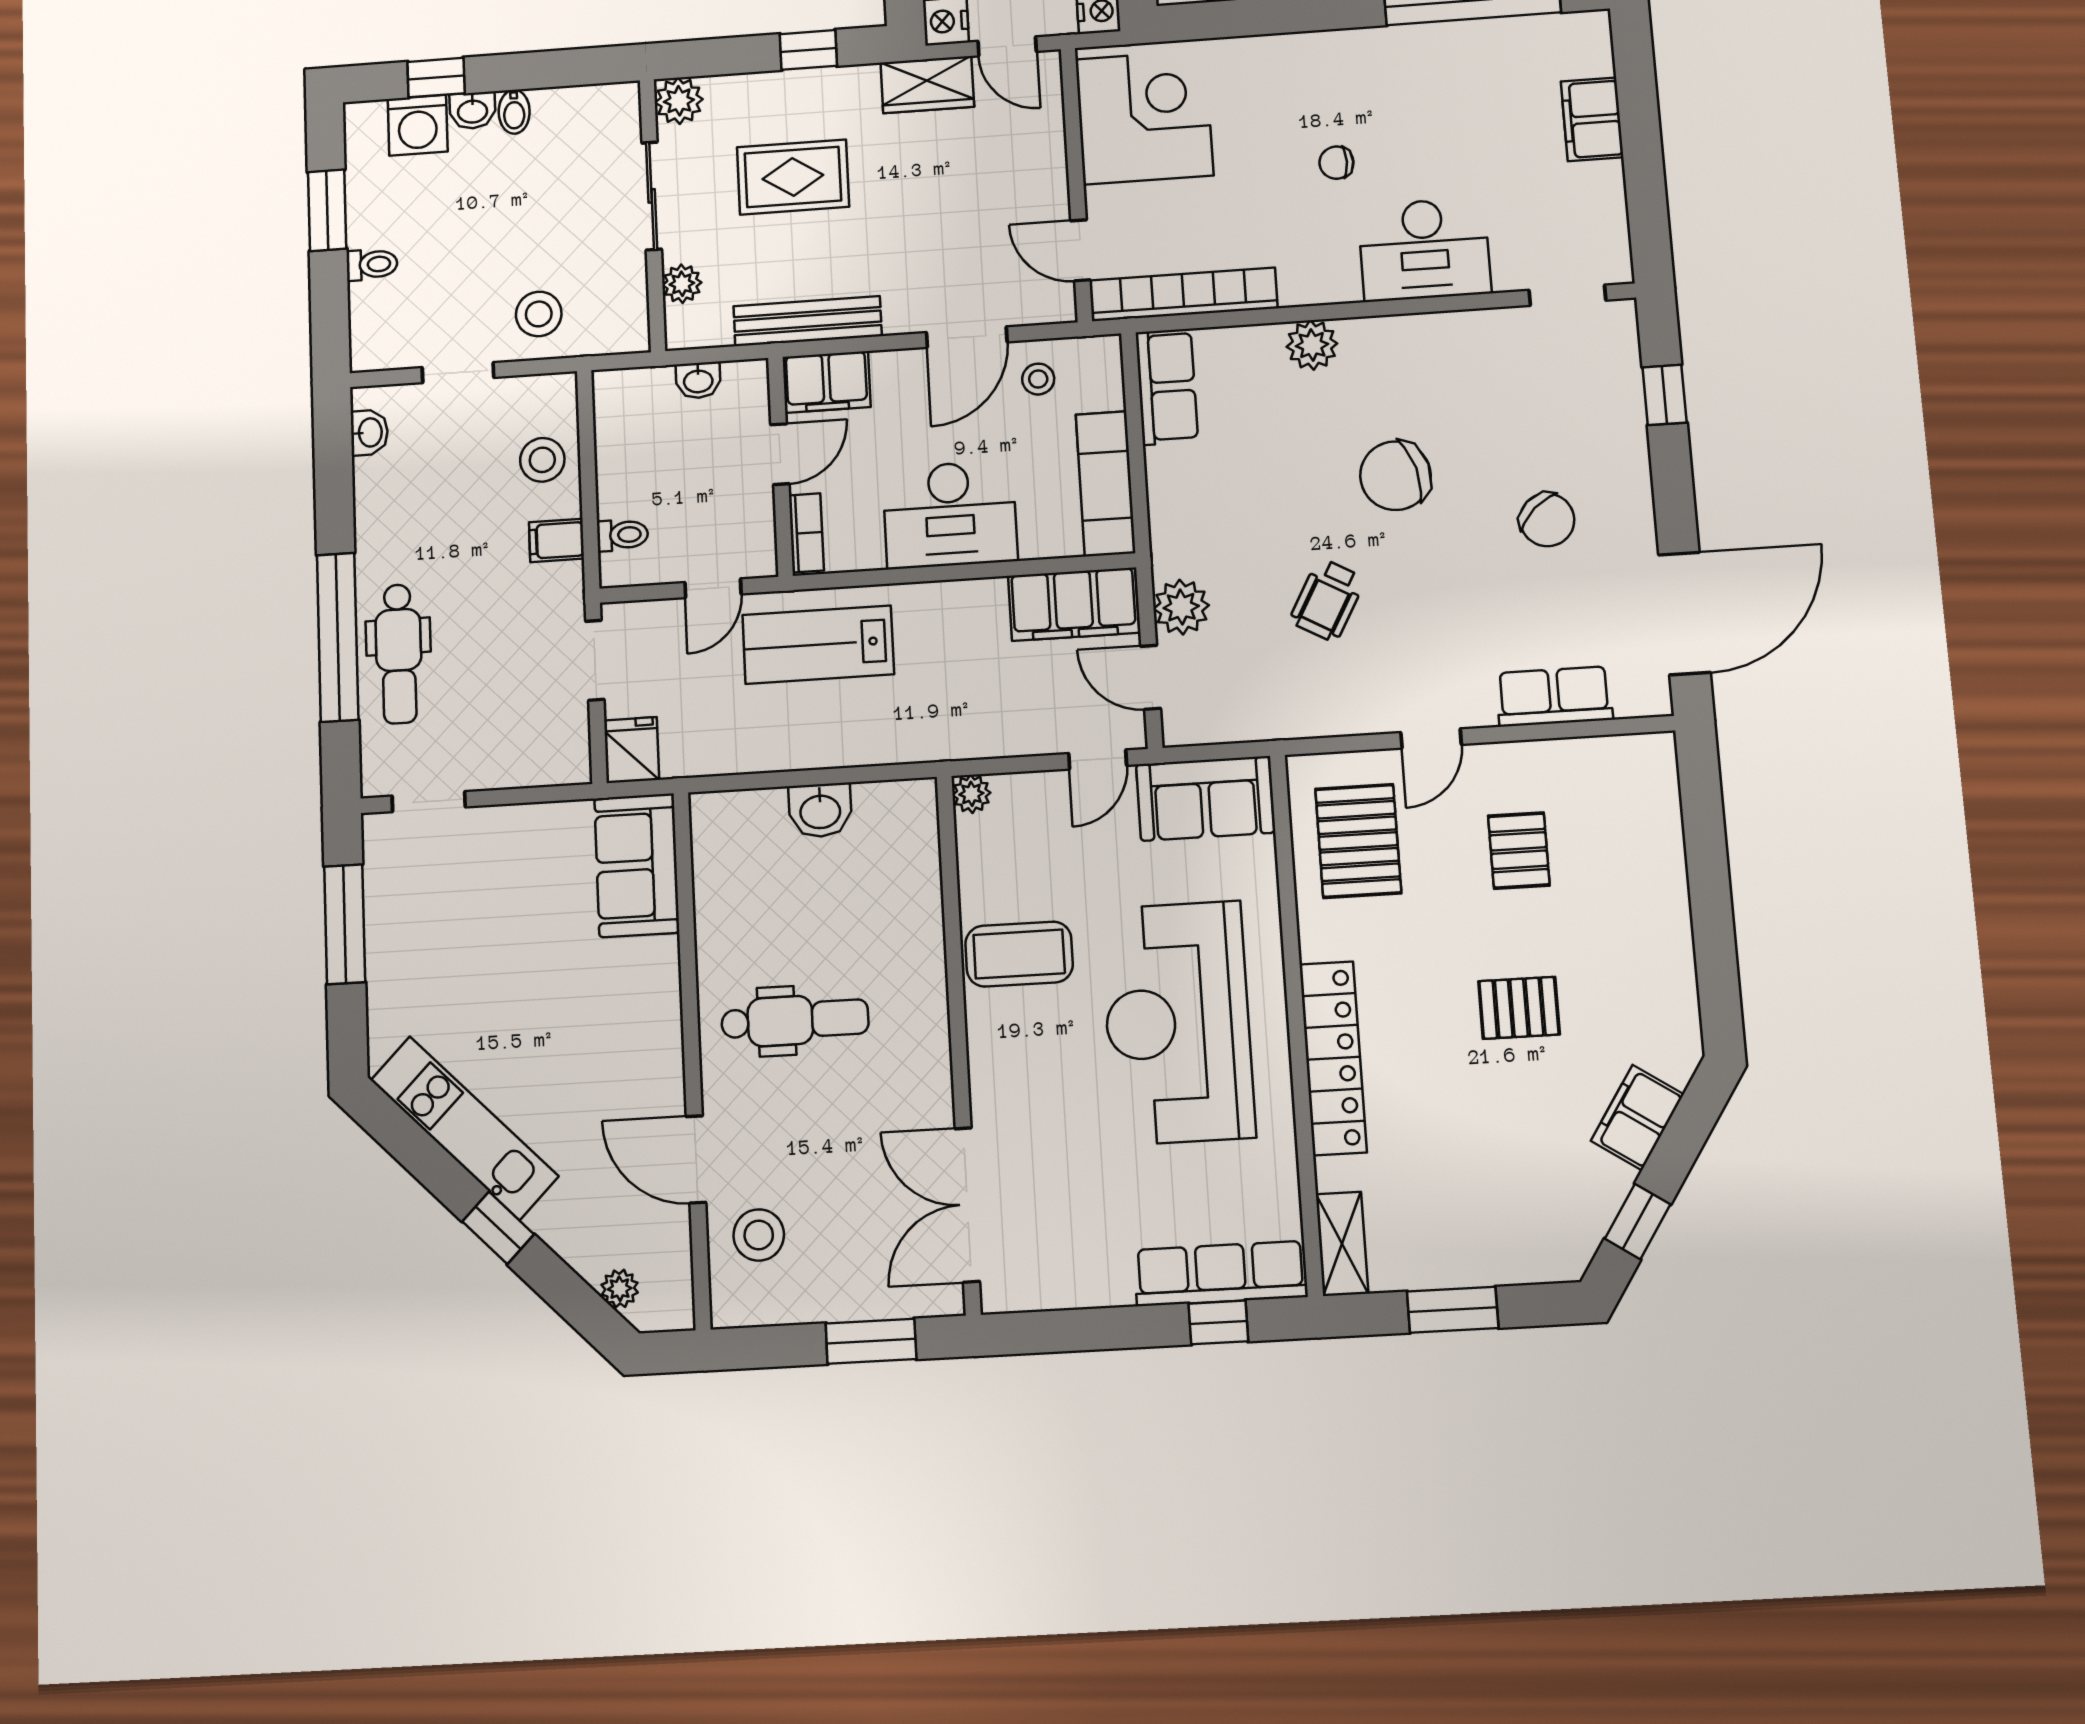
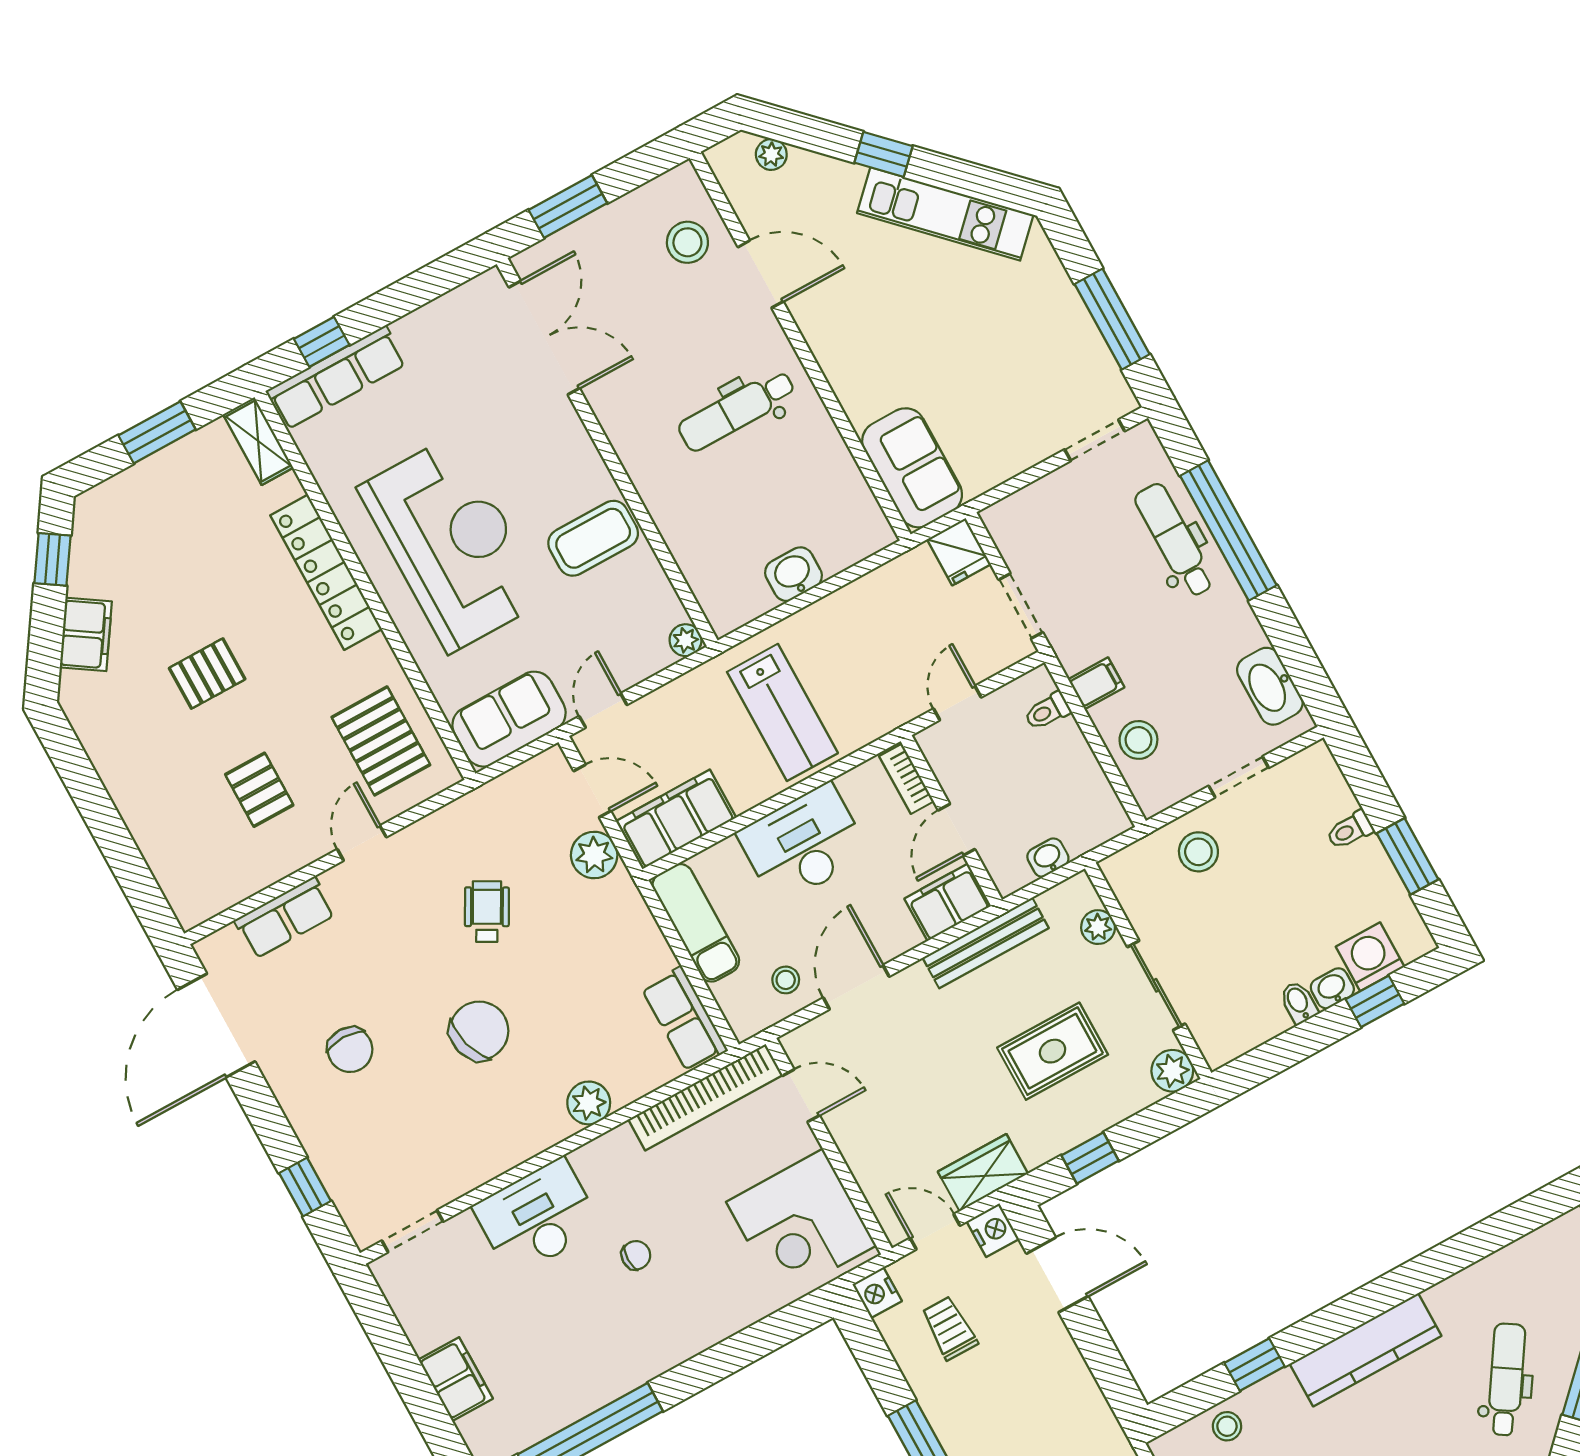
washbasin: (369, 433) -> (1270, 686), width x1.91, depth x1.45
chair: (1547, 520) -> (350, 1050), turned -137
lab bench: (818, 645) -> (782, 712), moved, turned 90

